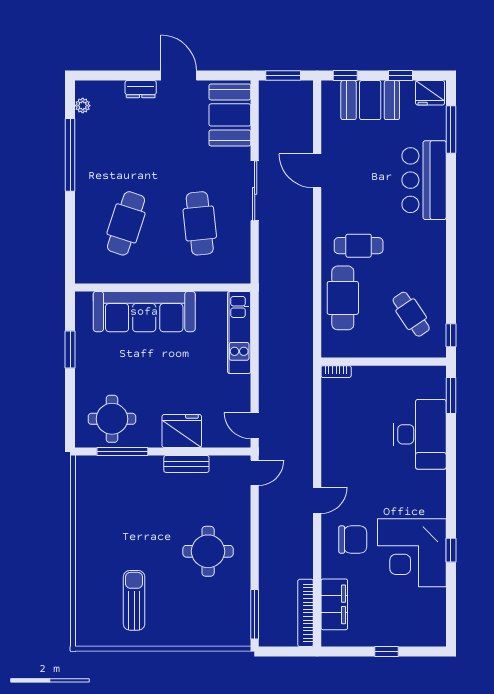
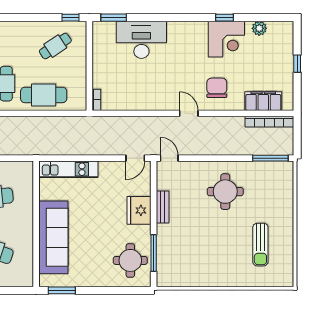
window: (70, 350) -> (62, 290), moved
corner desk: (412, 553) -> (226, 39), width x0.74, depth x0.74
plant: (436, 599) -> (259, 28), added
sun lounger: (134, 600) -> (260, 245), turned -90

